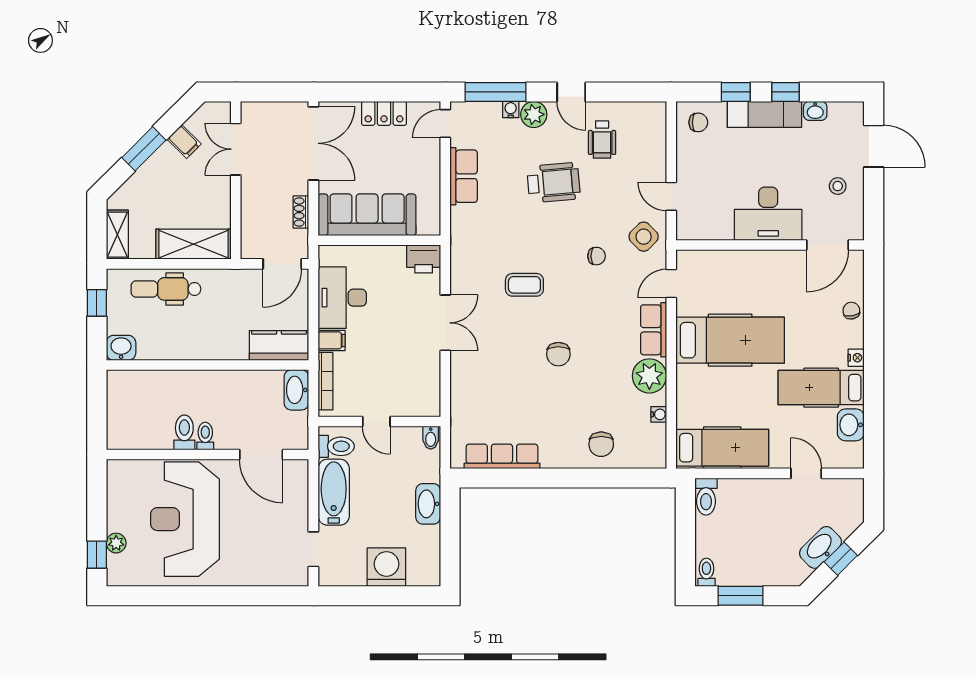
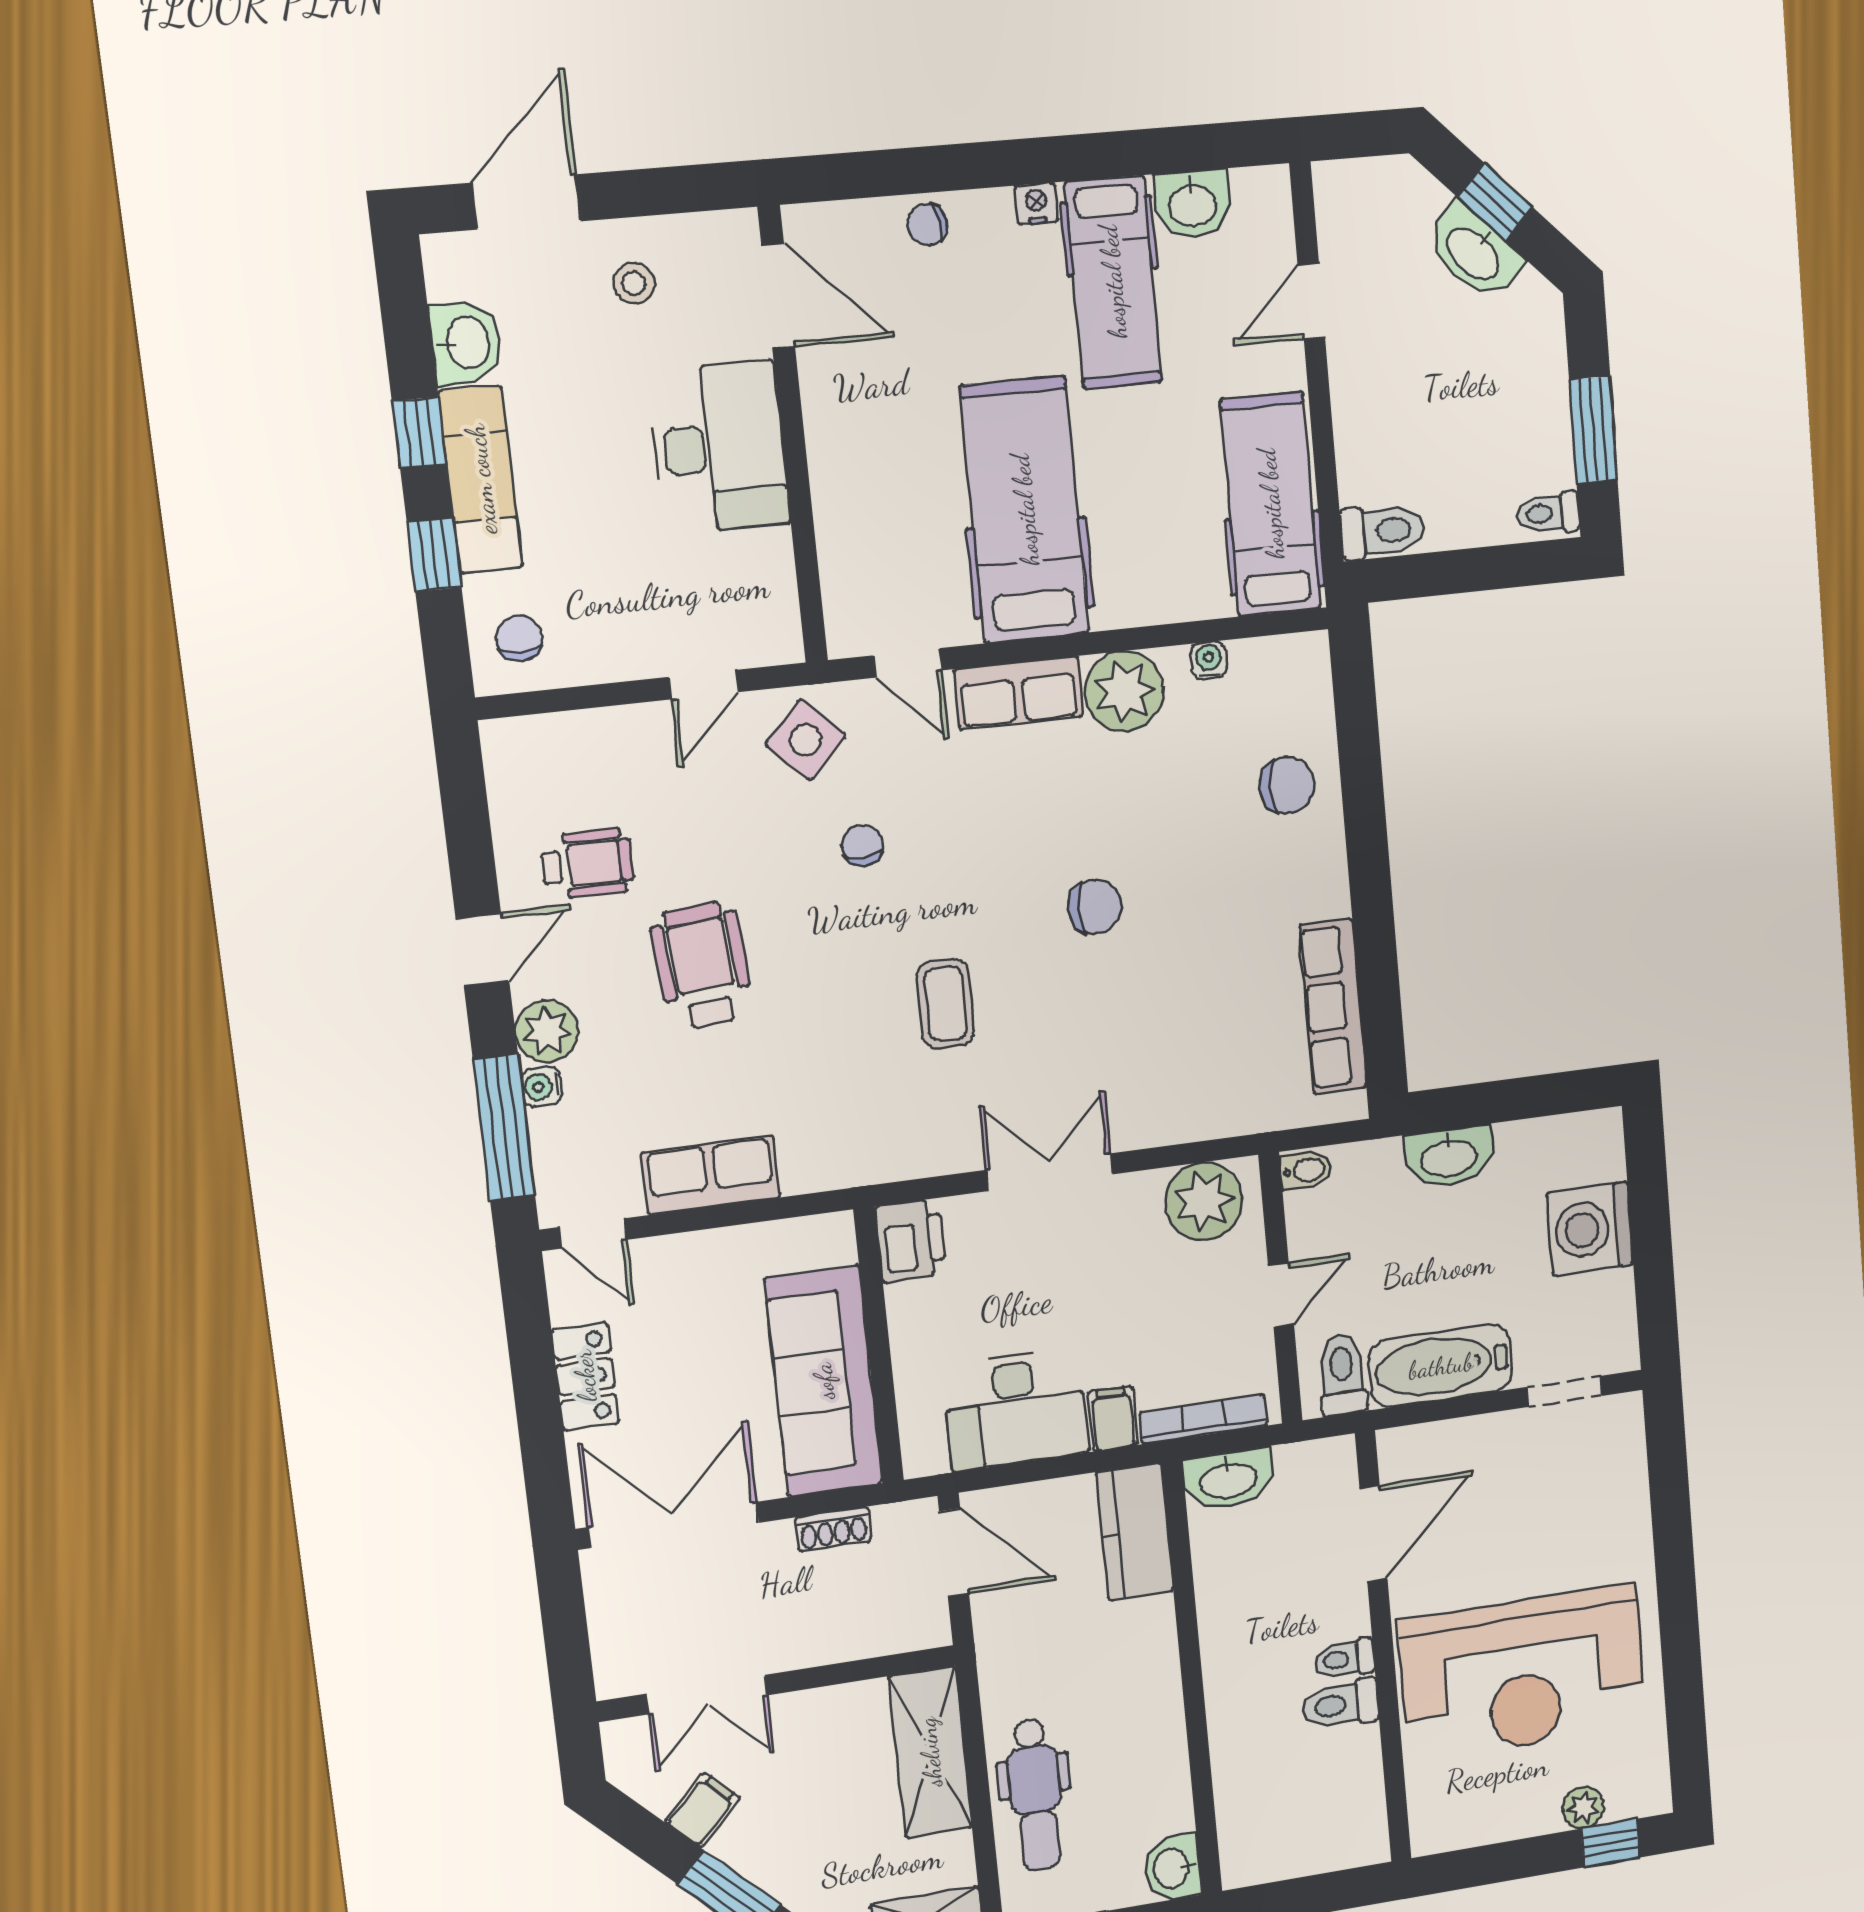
washbasin: (815, 111) -> (466, 343), width x1.38, depth x1.45
plant: (423, 390) -> (1204, 1201), added

